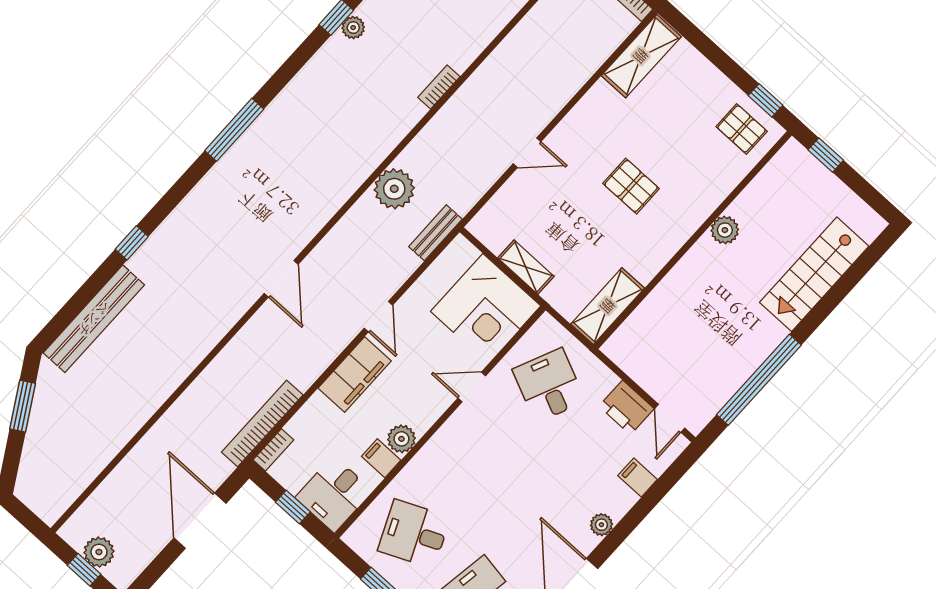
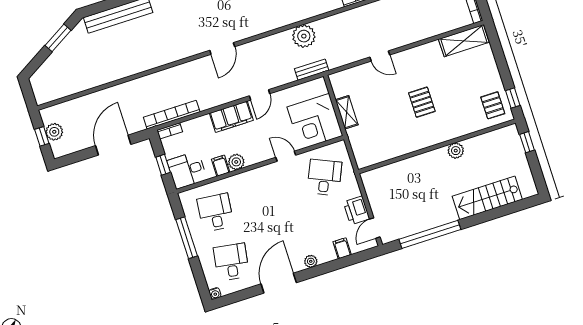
shelving: (608, 306) -> (376, 155), removed
desk: (414, 534) -> (215, 213), turned 30

